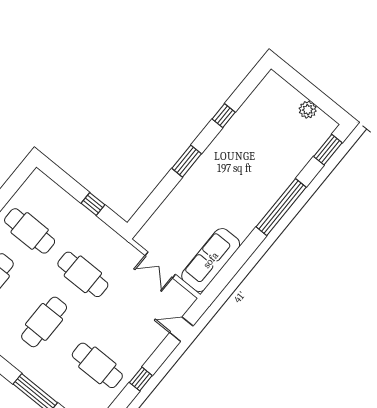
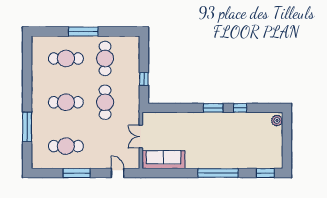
plant: (308, 110) -> (277, 120), moved
window: (187, 161) -> (213, 108), moved
cafe table: (97, 365) -> (66, 146), turned 90
window: (141, 379) -> (77, 173), width x2.17

